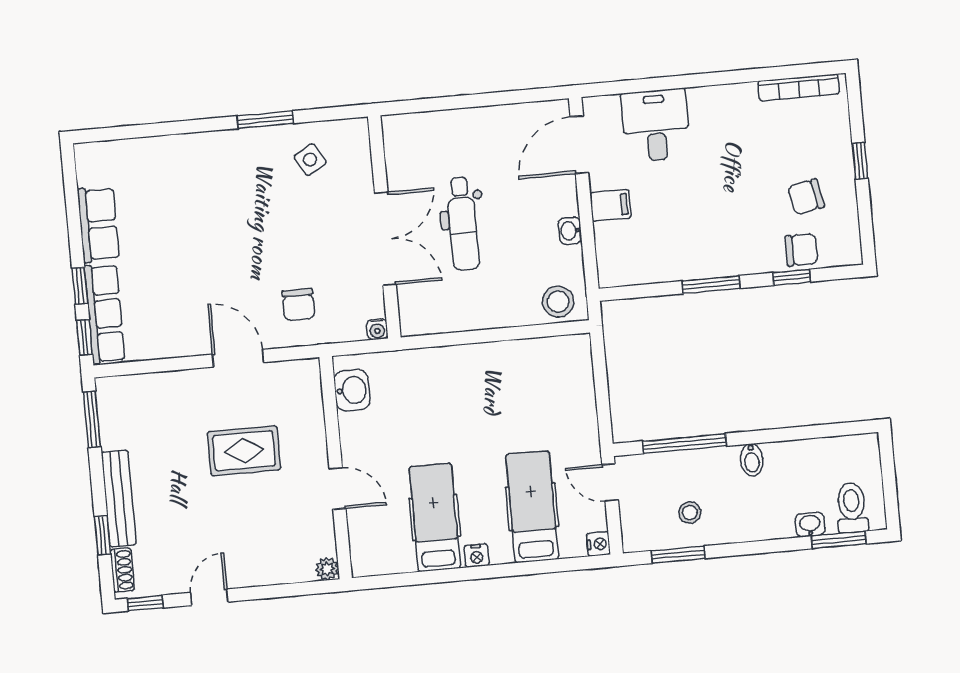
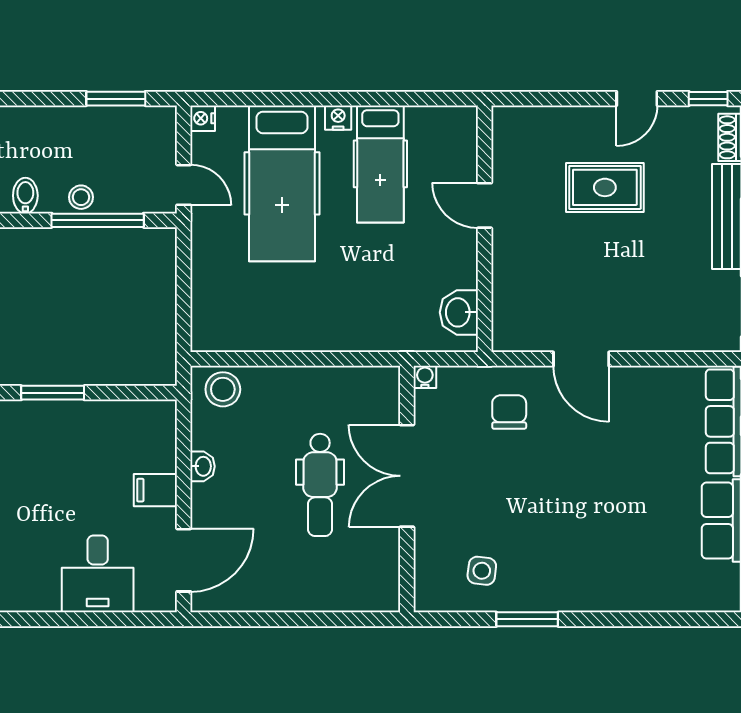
side table: (310, 160) -> (482, 571), turned 37
dental chair: (463, 224) -> (320, 485), turned 180
rug: (244, 451) -> (605, 187), moved
hospital bed: (532, 507) -> (282, 183), width x1.37, depth x1.29
stool: (690, 513) -> (81, 197), moved
plant: (327, 569) -> (504, 118), removed

